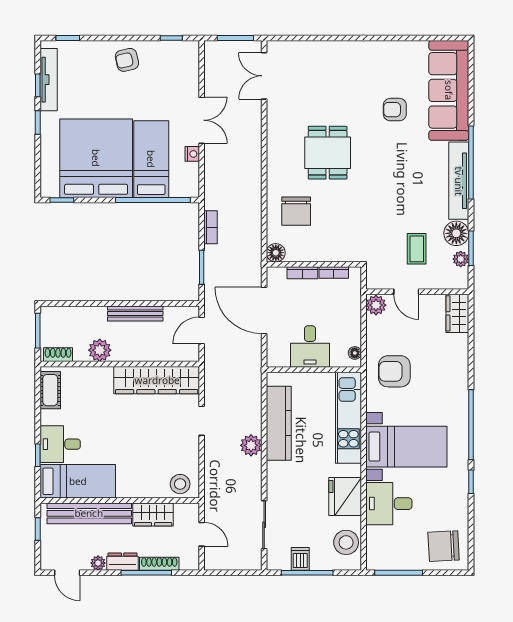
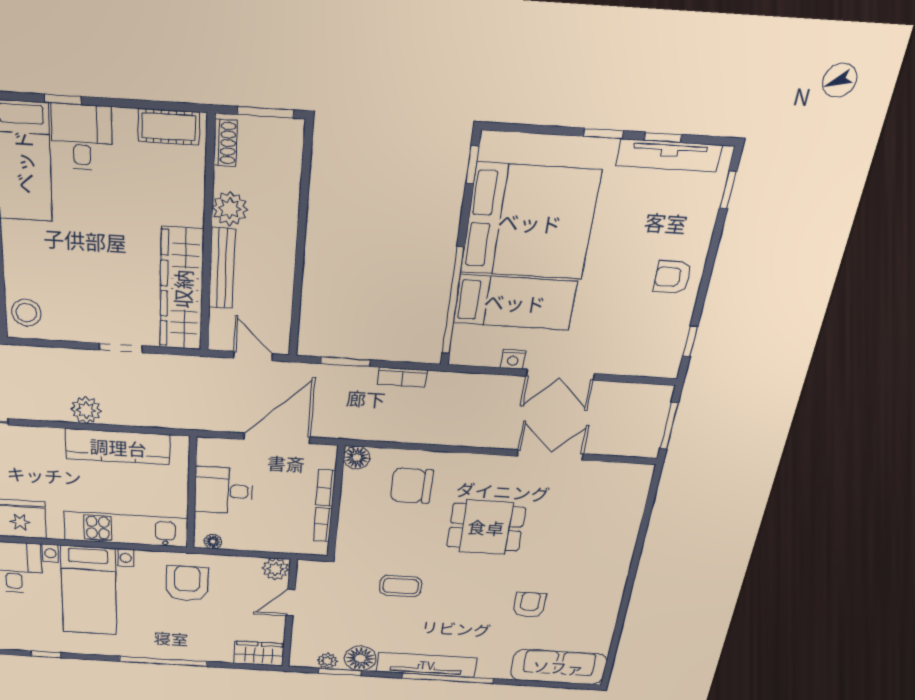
armchair: (127, 60) -> (672, 277), turned -77
double door: (264, 76) -> (550, 455), moved
sofa: (449, 90) -> (558, 667), width x0.74, depth x0.79
coffee table: (417, 249) -> (401, 586), moved
bench: (135, 313) -> (222, 268), moved
window: (471, 425) -> (163, 661), moved

